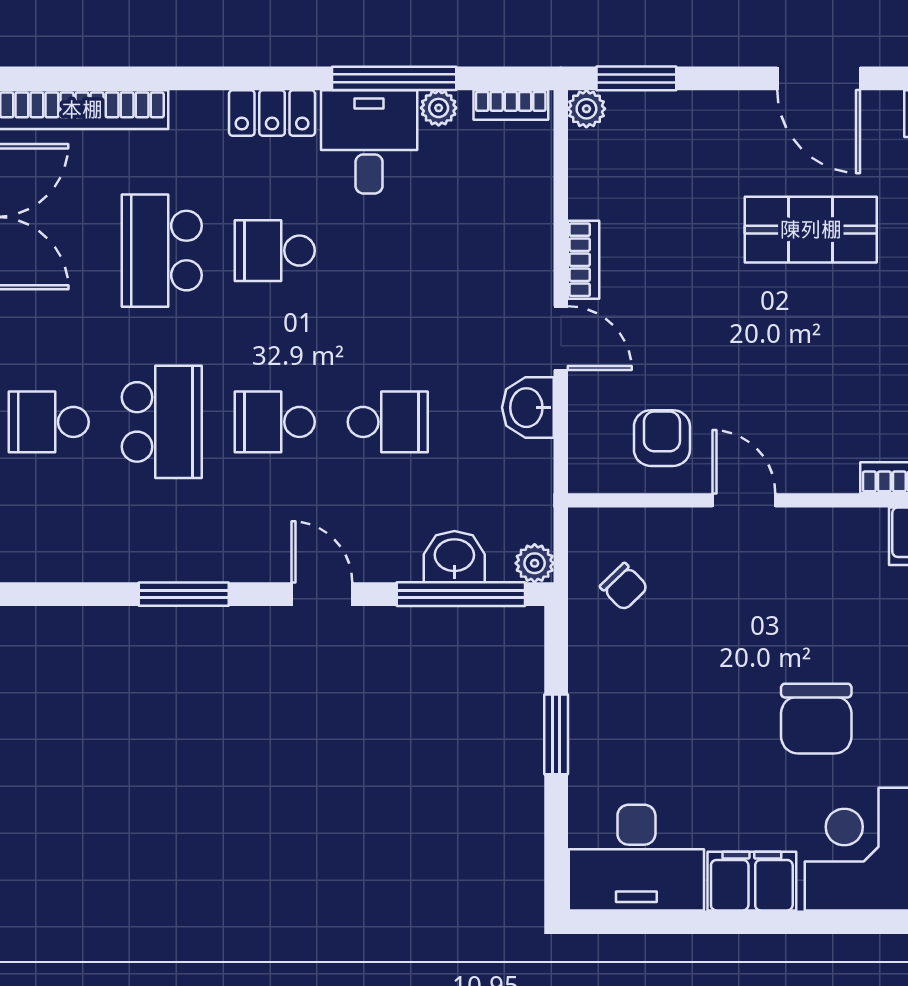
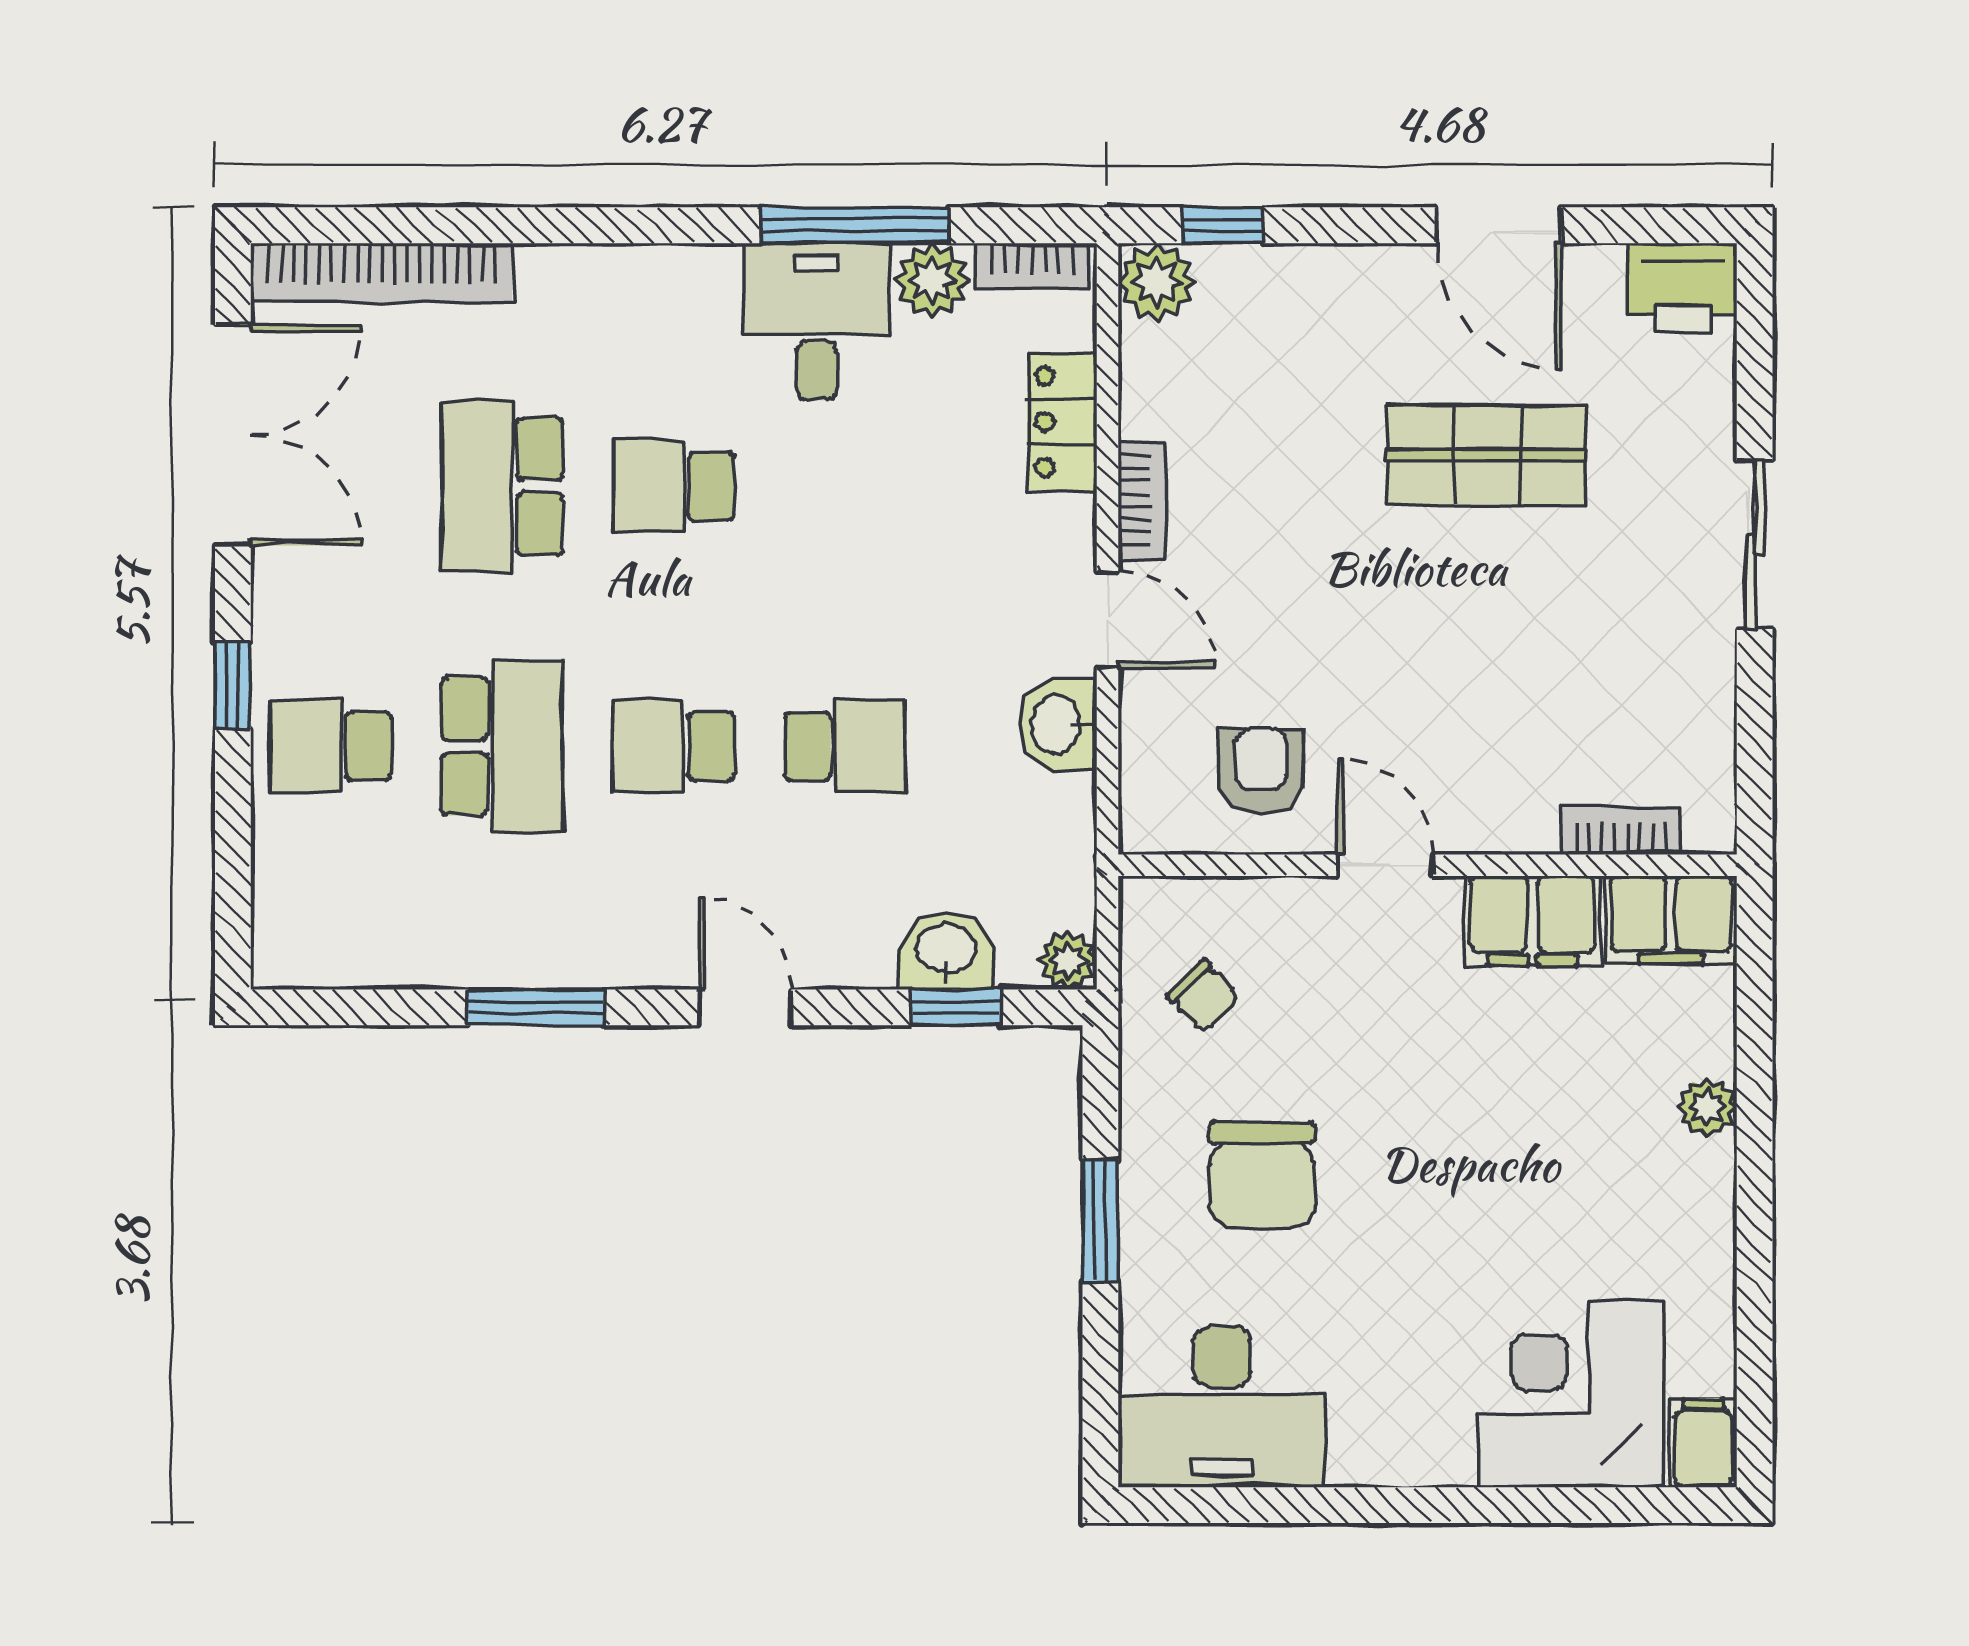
window: (636, 78) -> (1222, 225), width x0.67
plant: (439, 108) -> (932, 280), width x1.38, depth x1.38
plant: (586, 109) -> (1157, 282), width x1.38, depth x1.38
locker: (272, 113) -> (1062, 422), moved, turned 90
window: (461, 594) -> (956, 1007), width x0.46
chair: (816, 719) -> (1262, 1175), moved
filing cabinet: (752, 881) -> (1533, 921), moved, turned 180

